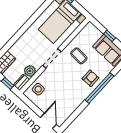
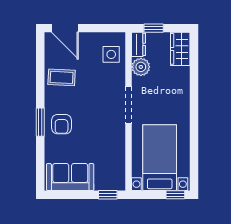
window: (110, 36) -> (108, 195), moved
coffee table: (79, 56) -> (62, 77), moved
window: (99, 88) -> (40, 122), width x0.47

